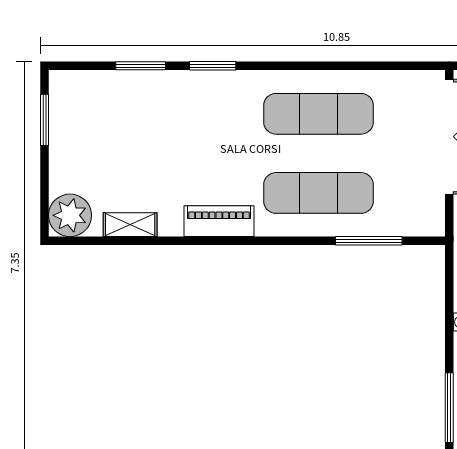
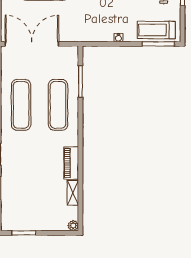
plant: (70, 215) -> (73, 226), width x0.53, depth x0.53
piano: (219, 221) -> (71, 163), moved

